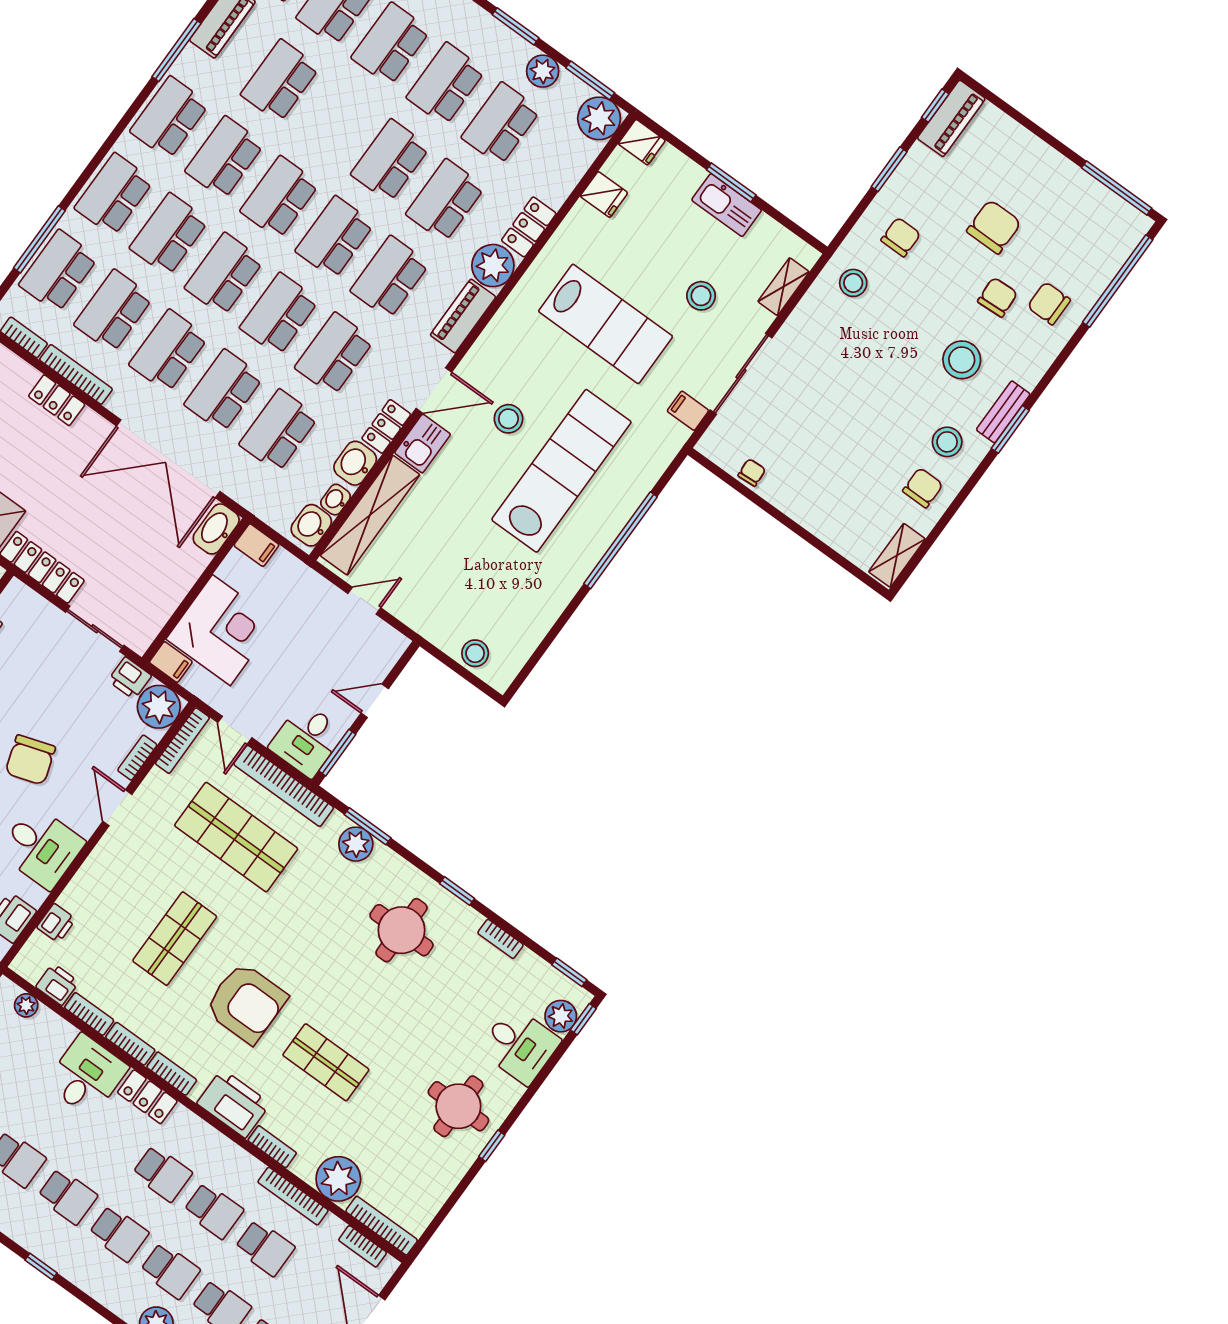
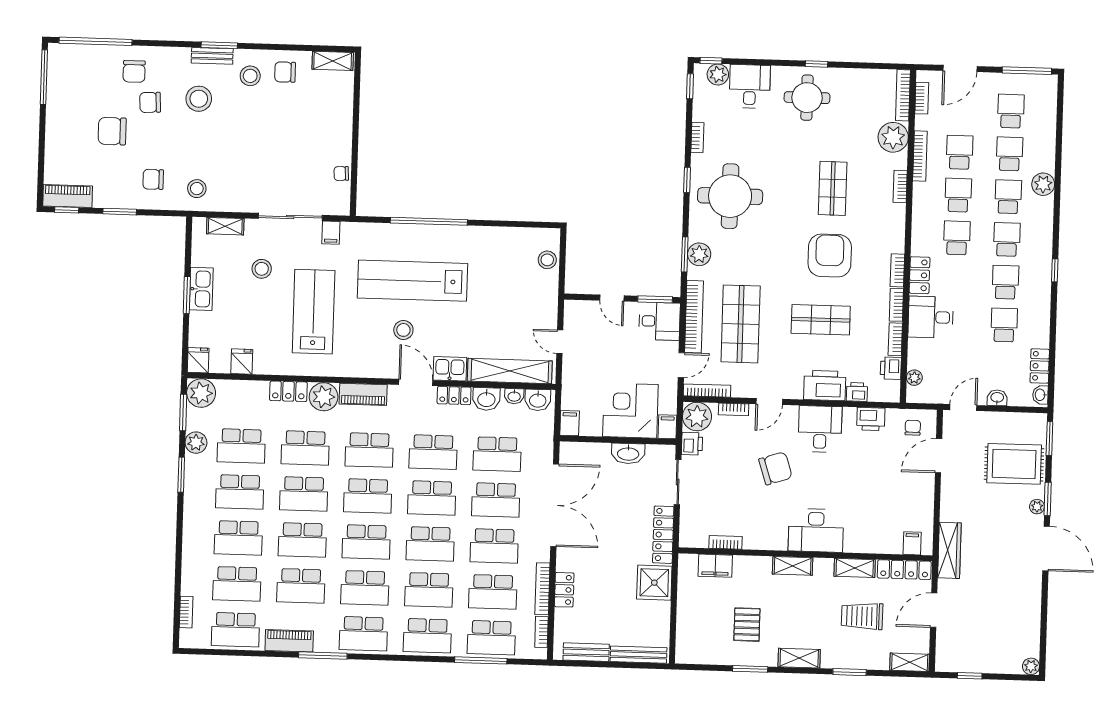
school desk: (335, 121) -> (302, 540), added
washbasin: (216, 529) -> (628, 453), moved
round table: (402, 930) -> (730, 196), width x1.36, depth x1.36
printer: (234, 1103) -> (825, 385), moved, turned 90

